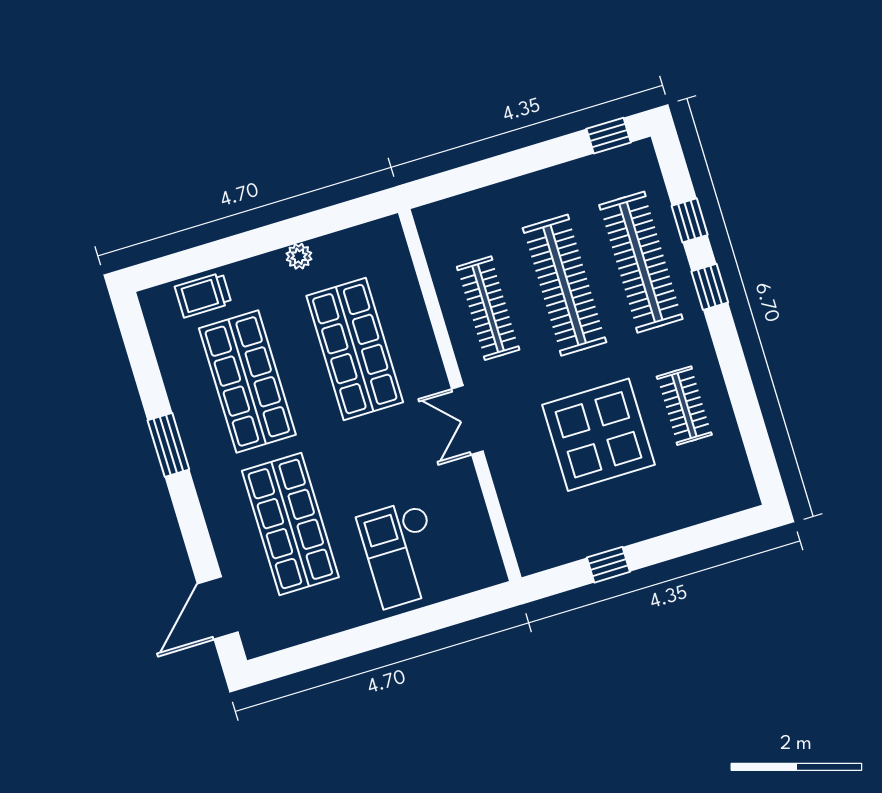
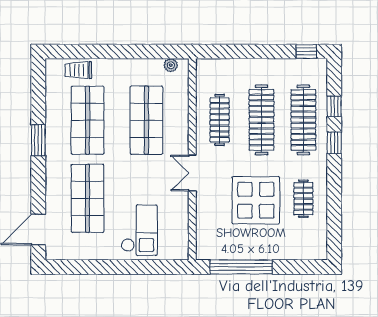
plant: (299, 256) -> (171, 65), moved
checkout: (402, 554) -> (139, 230), turned 180
window: (608, 565) -> (241, 267), width x3.17

